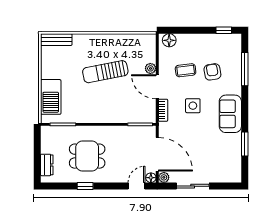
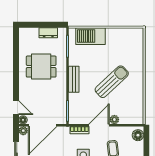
bench: (56, 40) -> (74, 79), moved
sun lounger: (105, 72) -> (112, 82), turned 58
dining table: (87, 156) -> (41, 67), turned 90
dresser: (47, 165) -> (48, 33), moved
window: (85, 186) -> (16, 65), removed

